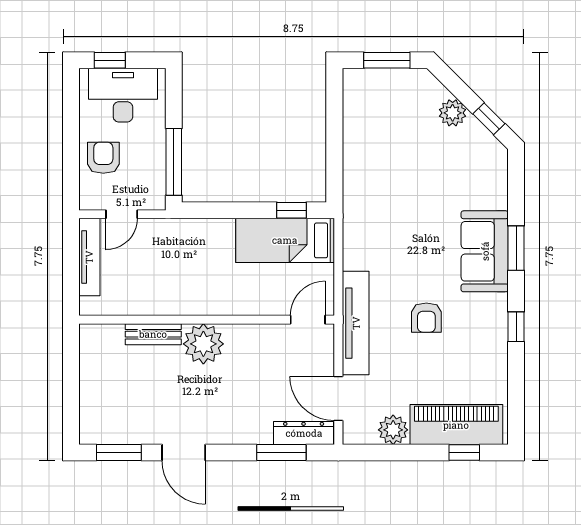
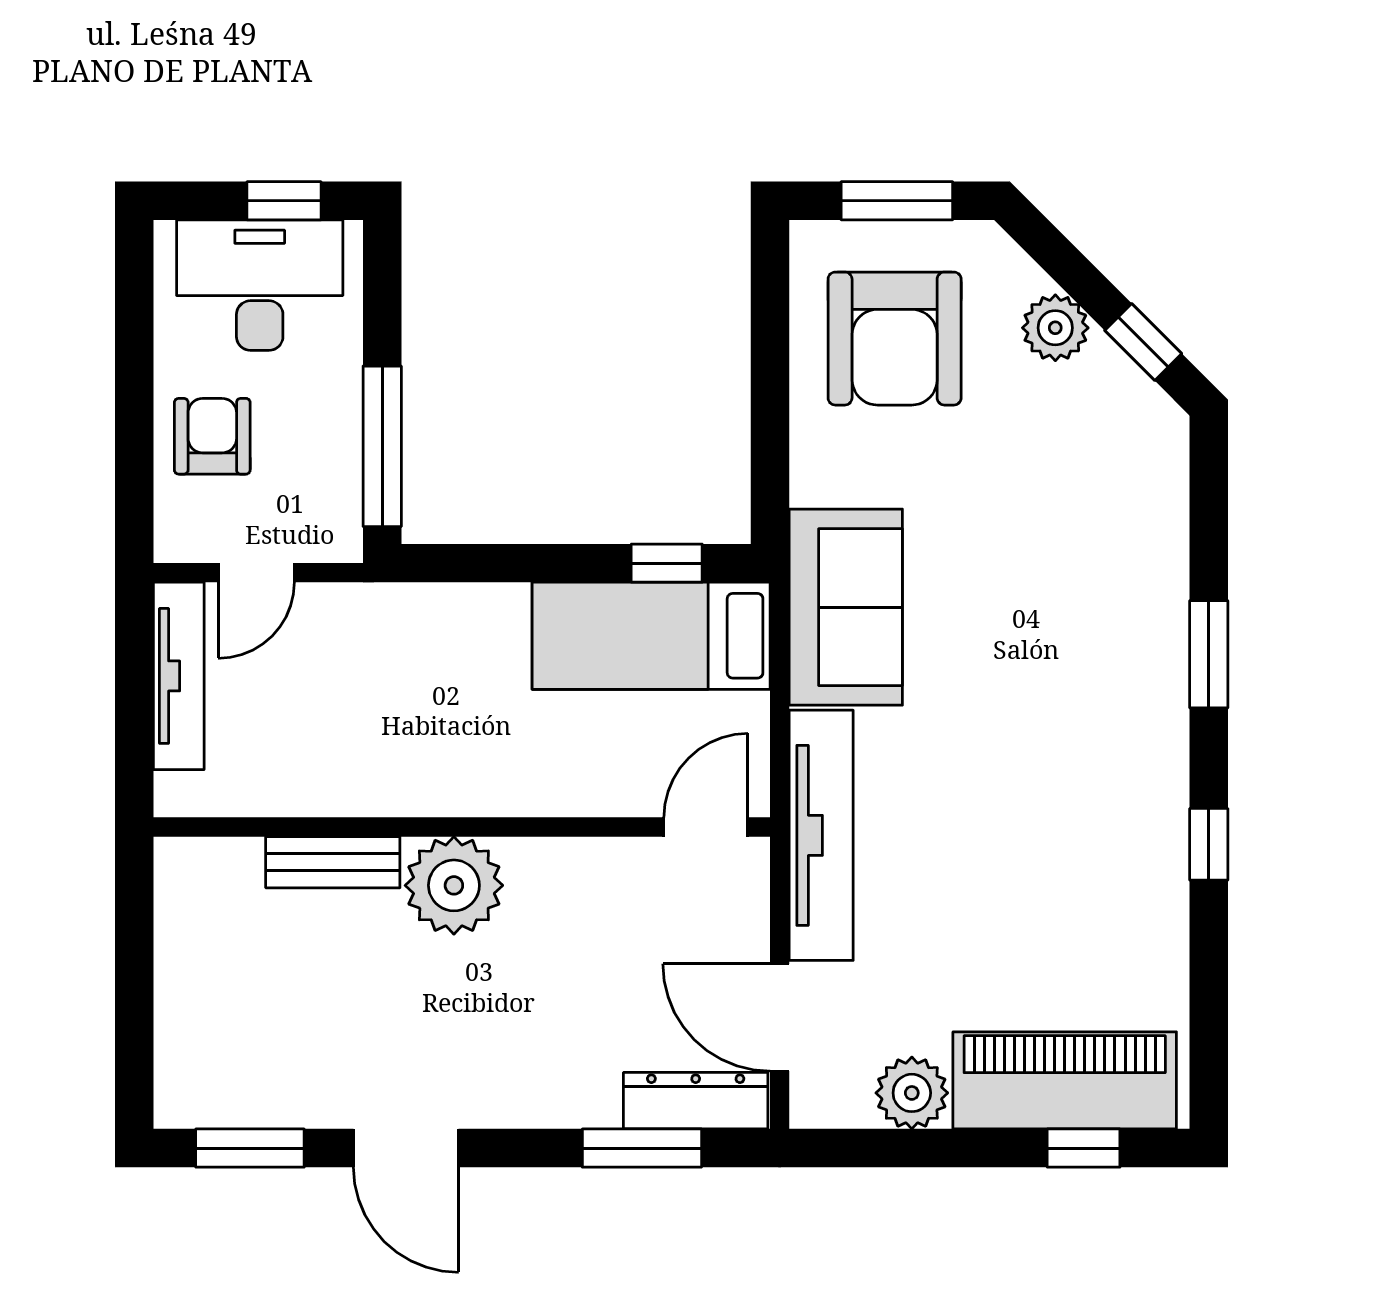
window: (110, 60) -> (284, 201), moved
sofa: (485, 251) -> (846, 607), moved, turned 180
armchair: (426, 318) -> (895, 339), moved, width x1.88, depth x1.88

